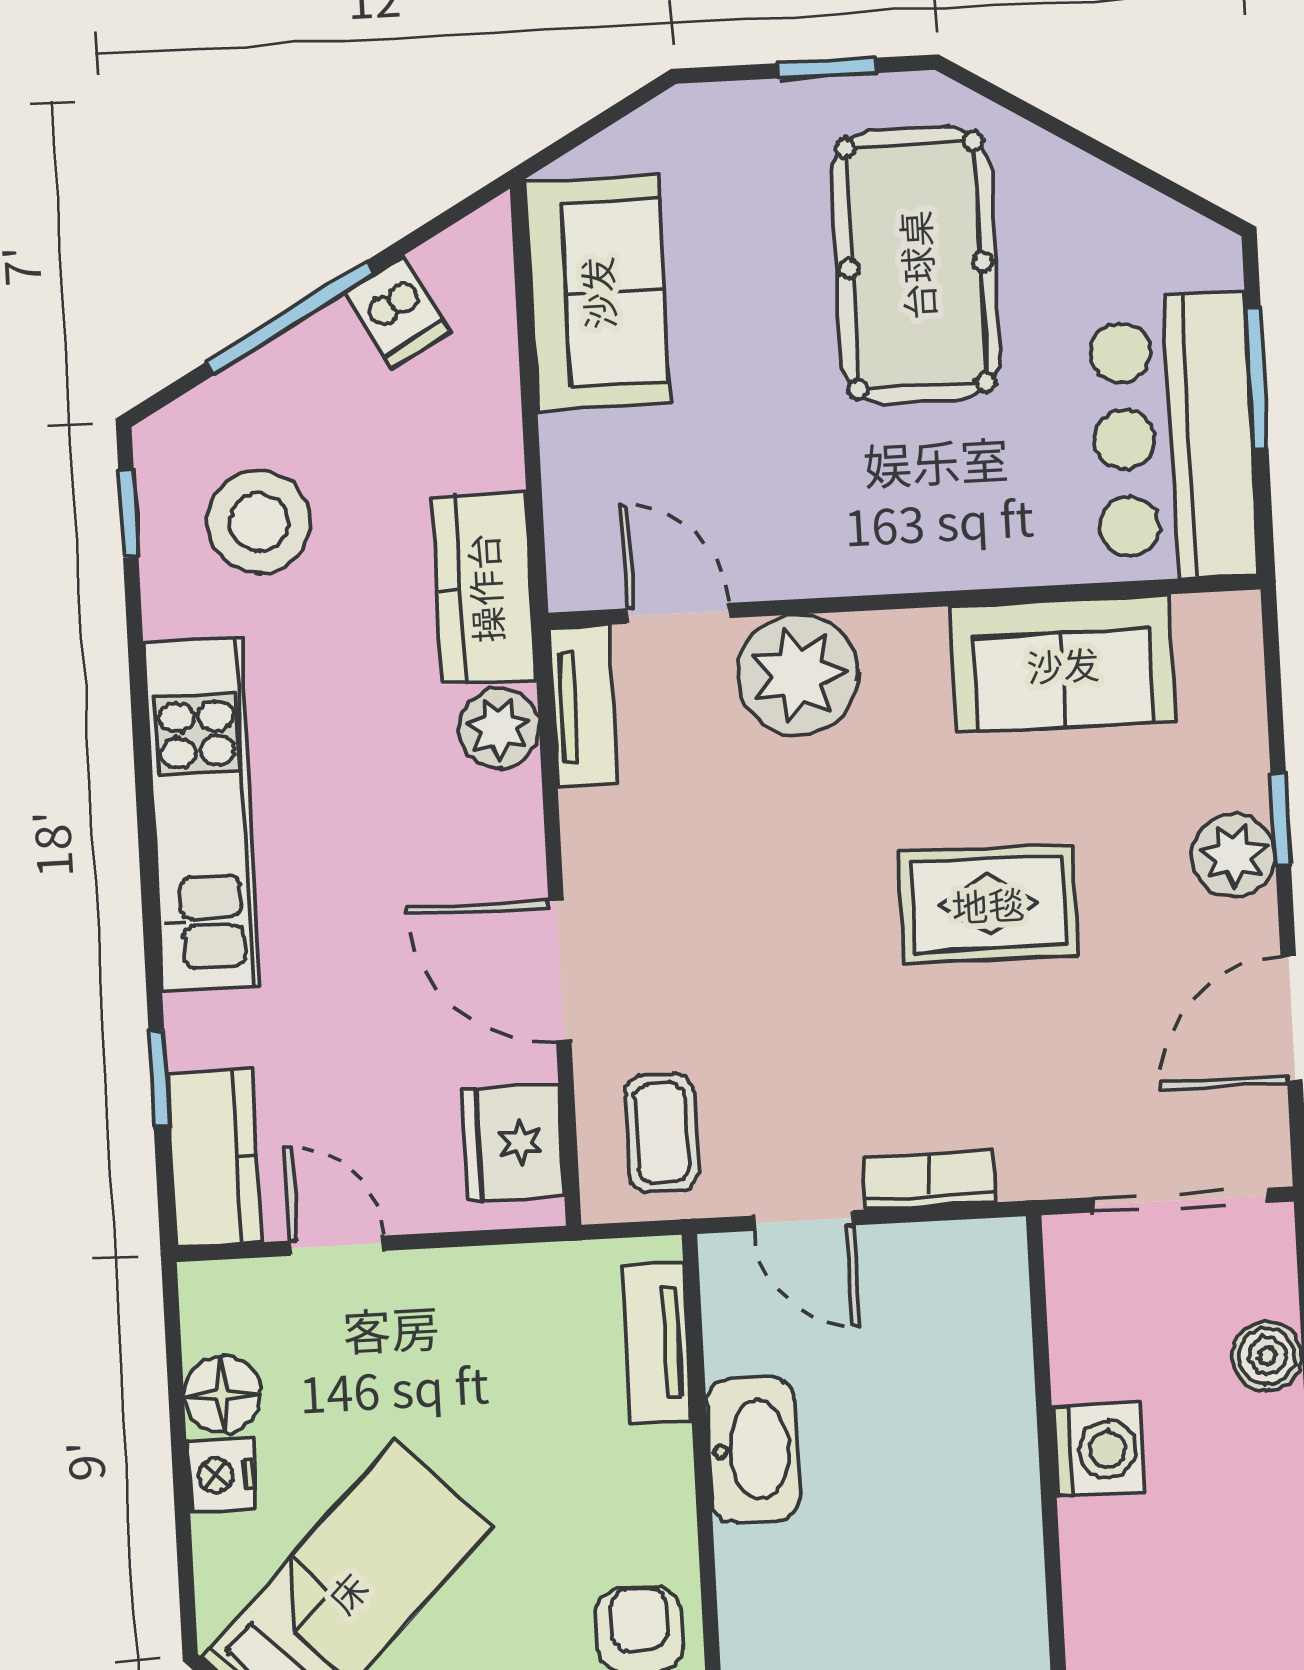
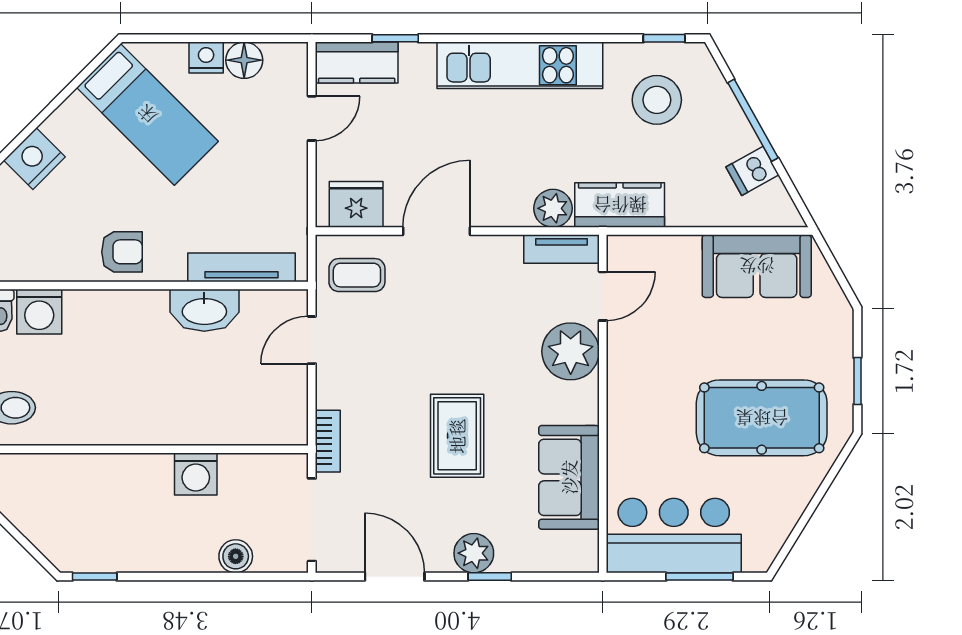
bookcase: (930, 1180) -> (328, 441), moved
tv unit: (657, 1344) -> (242, 267), width x1.41

